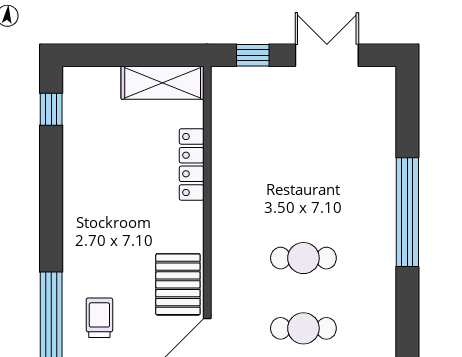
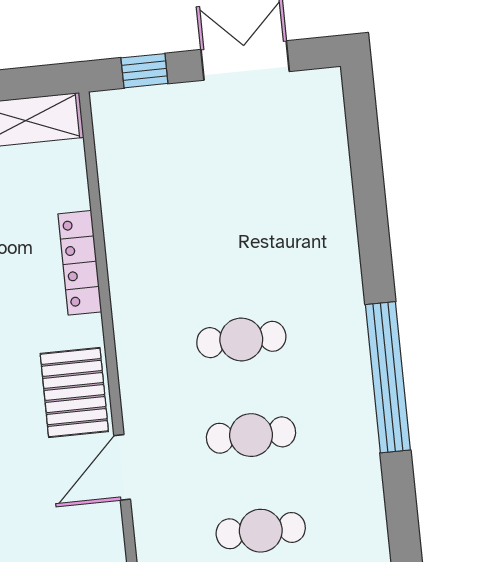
locker: (192, 164) -> (80, 263), moved
window: (407, 212) -> (388, 377), moved

